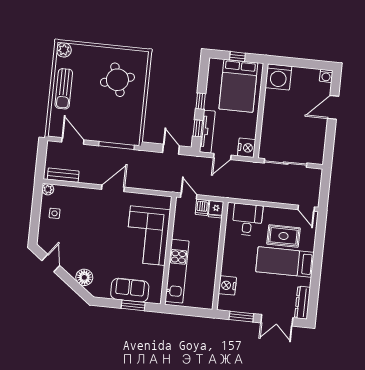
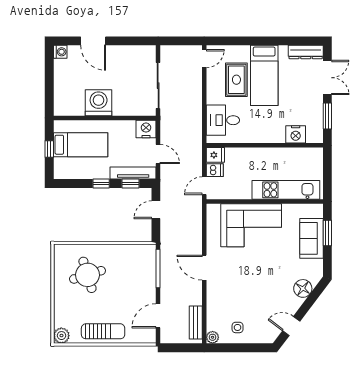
washing machine: (278, 77) -> (99, 103), moved, turned -90
bed: (238, 86) -> (81, 145), width x0.67

